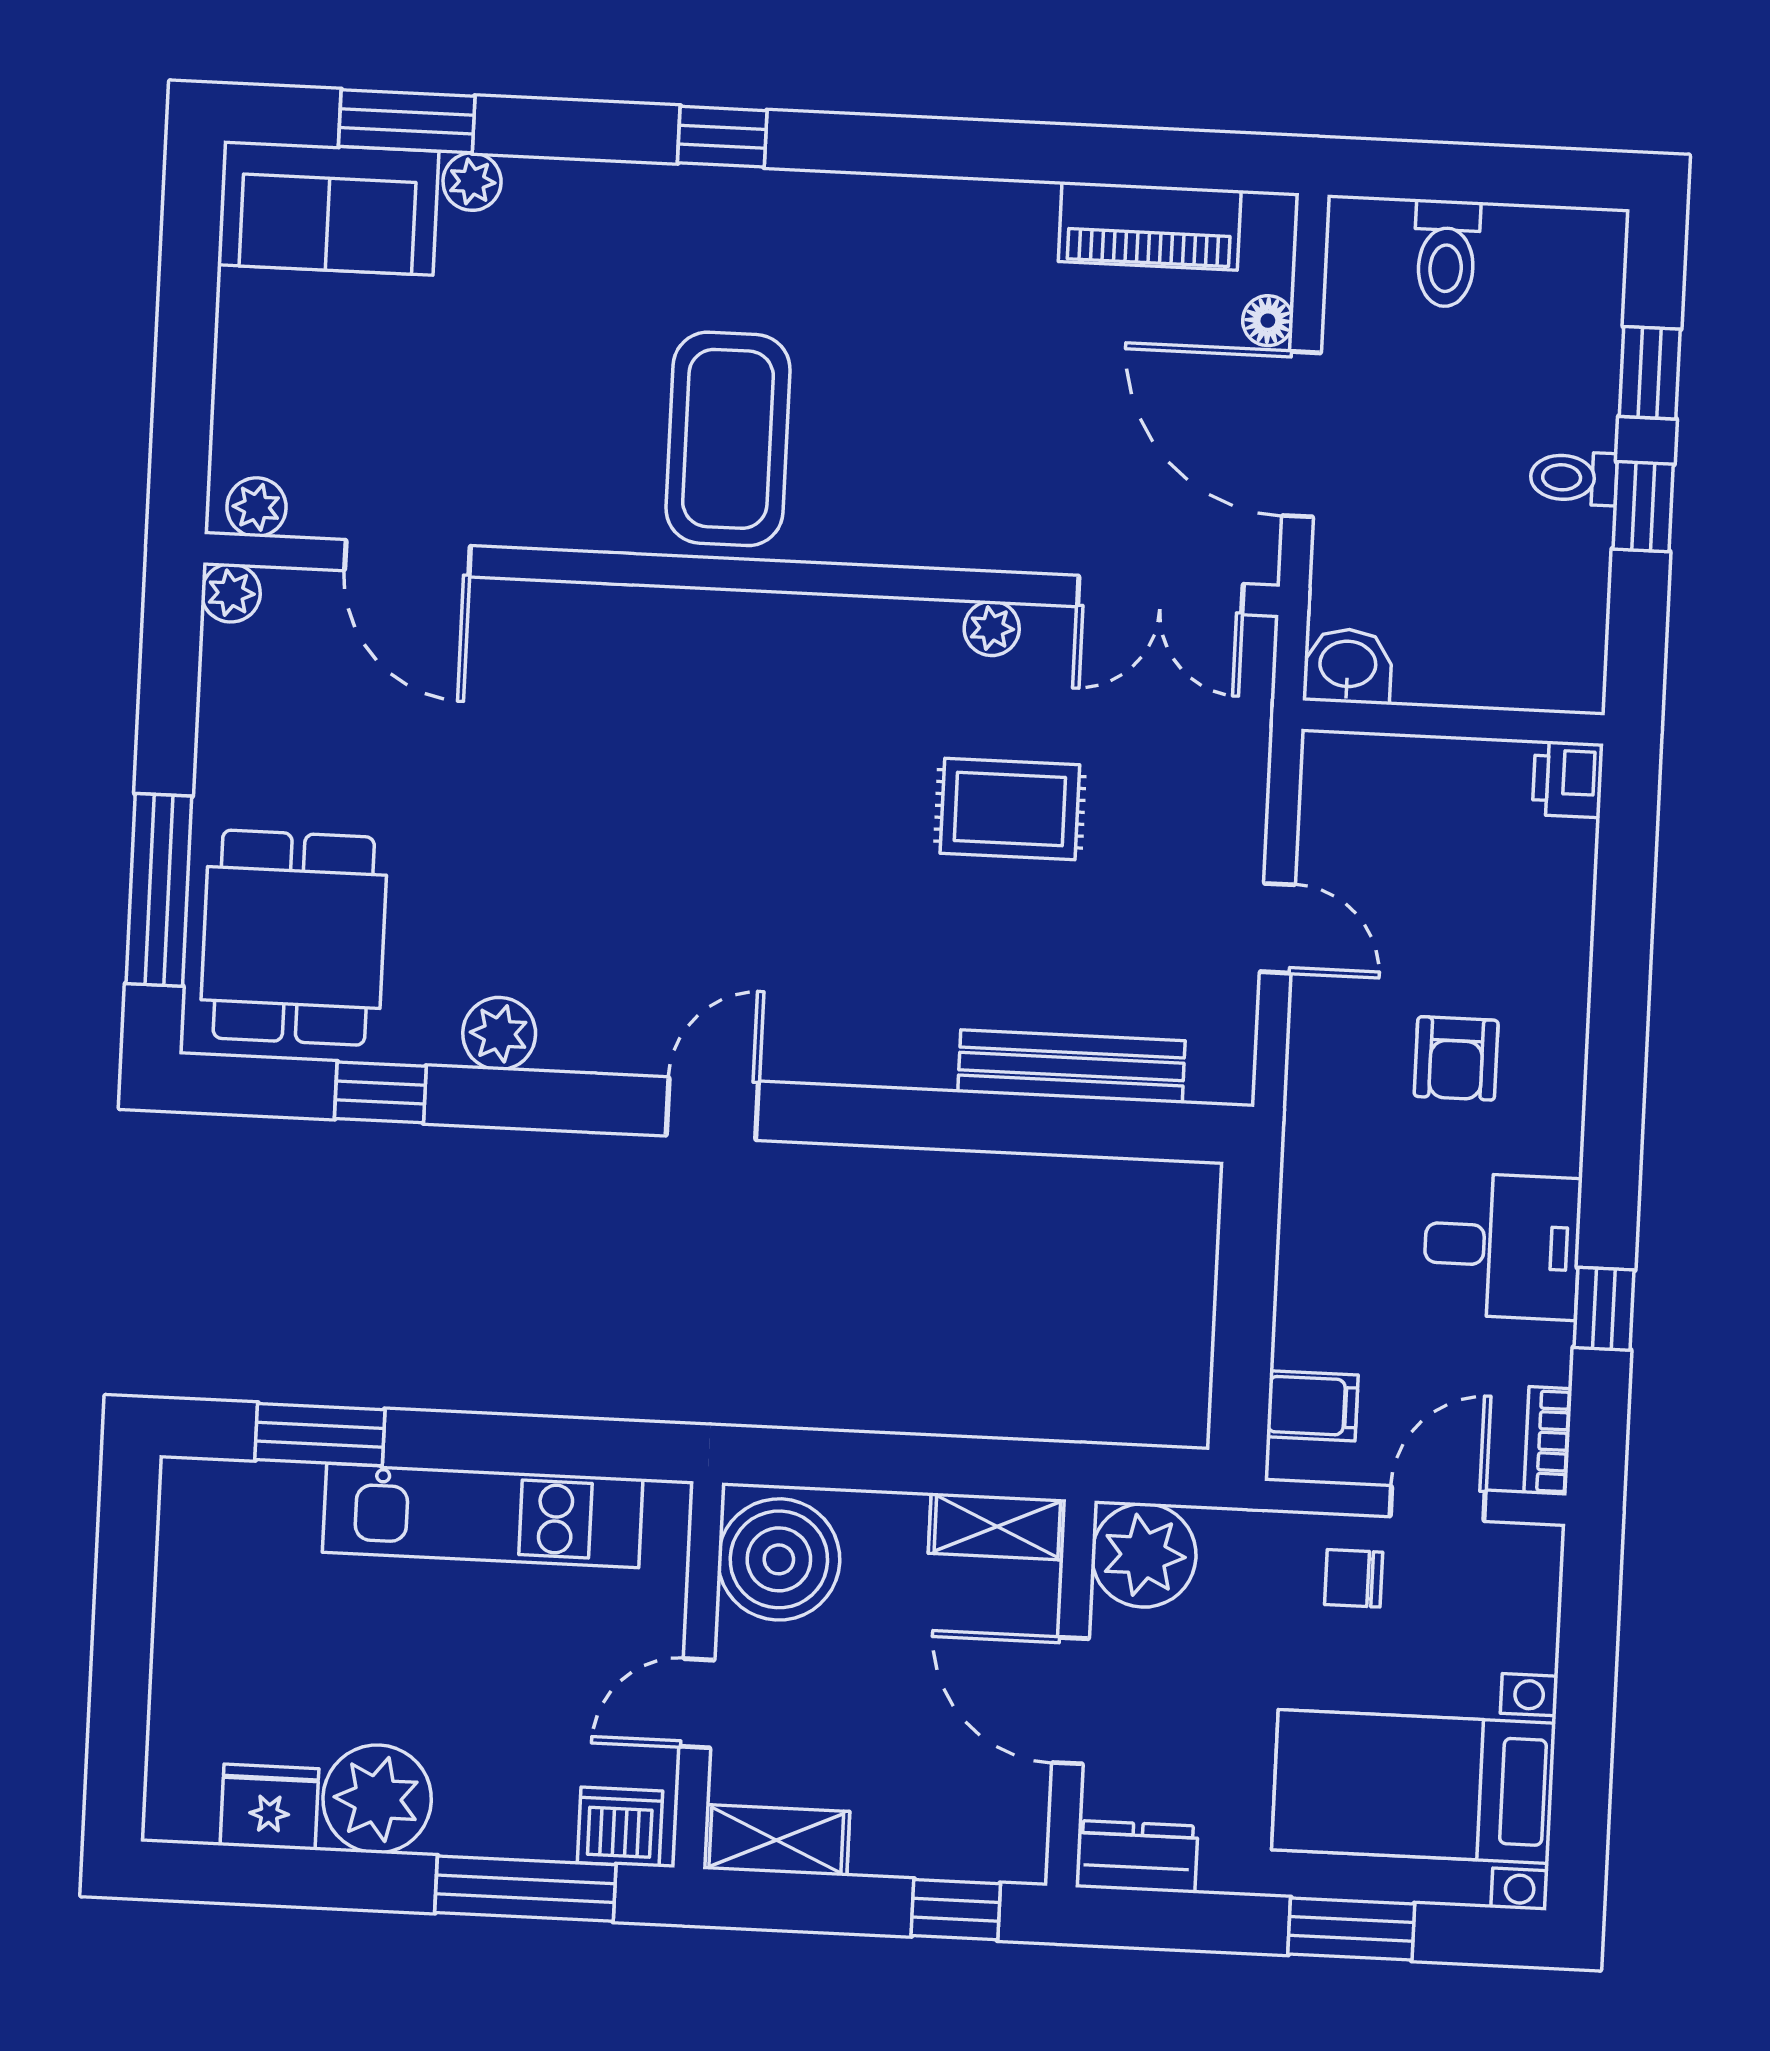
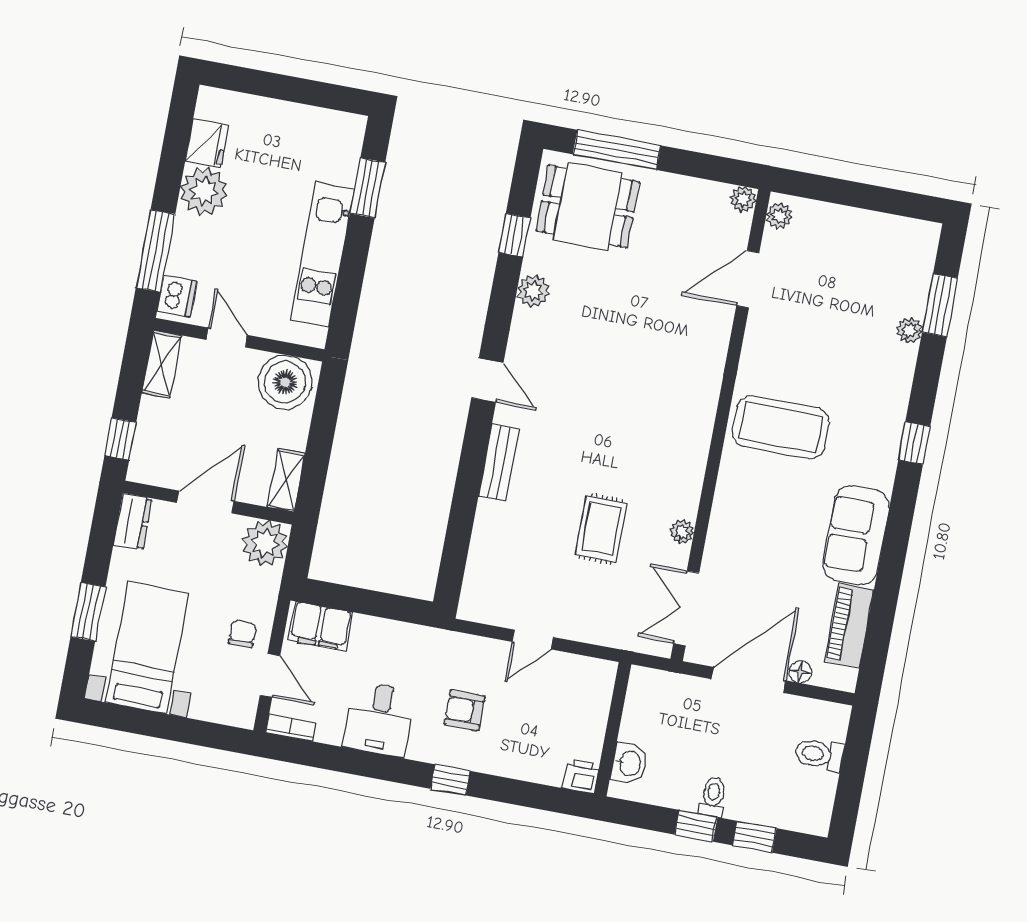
sofa: (328, 208) -> (856, 535), moved
washbasin: (1348, 666) -> (629, 763), moved
bench: (1071, 1067) -> (499, 463), moved, width x0.73
window: (1604, 1309) -> (450, 780), moved
filing cabinet: (1312, 1406) -> (320, 626), width x2.00

